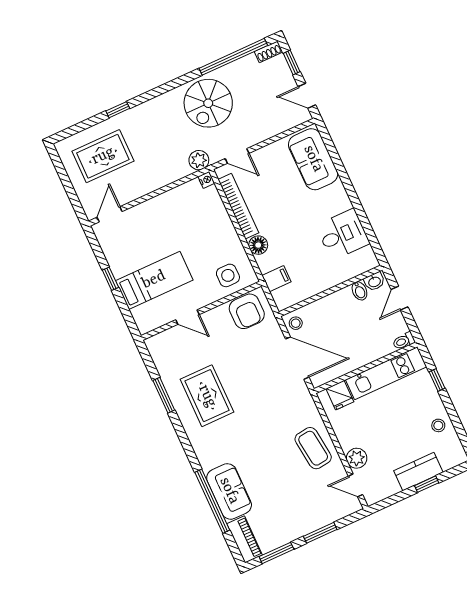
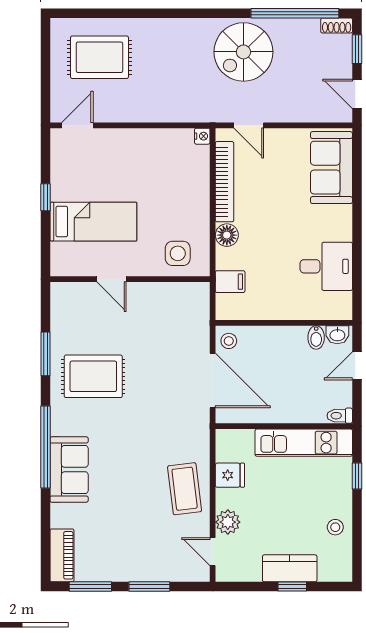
window: (118, 110) -> (140, 13), removed
plant: (199, 160) -> (204, 111), removed
armchair: (247, 311) -> (180, 303), removed
fridge: (340, 395) -> (230, 475), moved, turned -90
rug: (207, 396) -> (93, 376), turned 90
sofa: (229, 491) -> (69, 470), moved
window: (212, 501) -> (45, 447), moved

